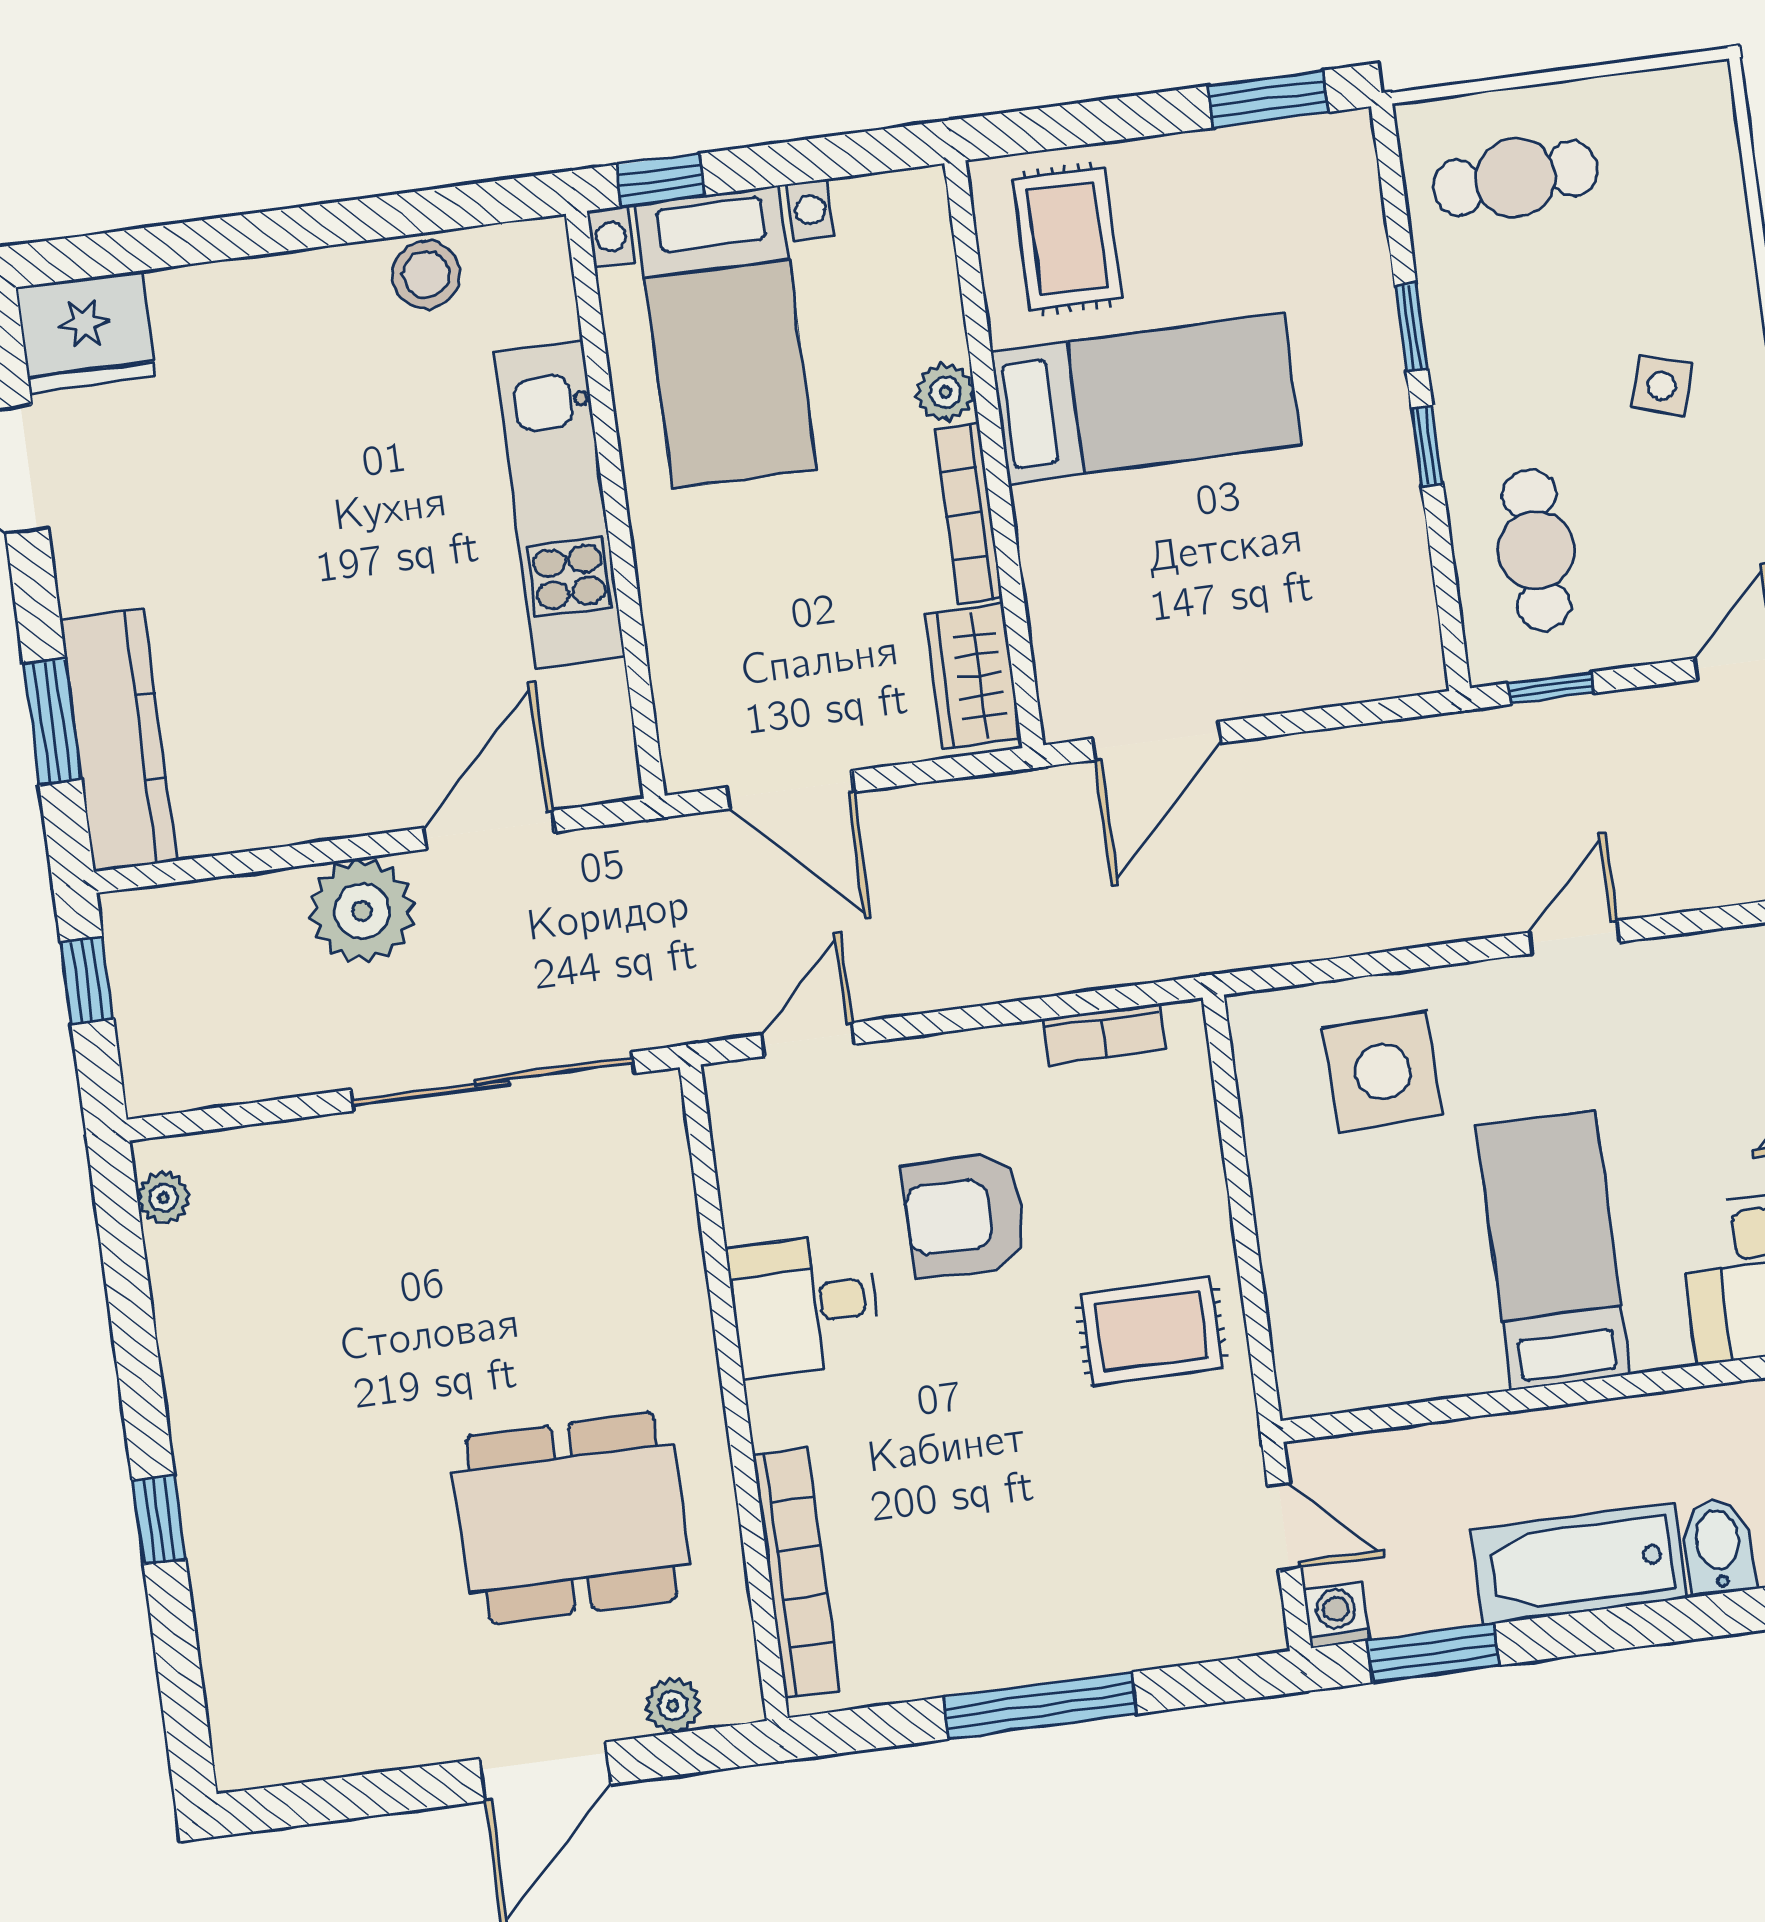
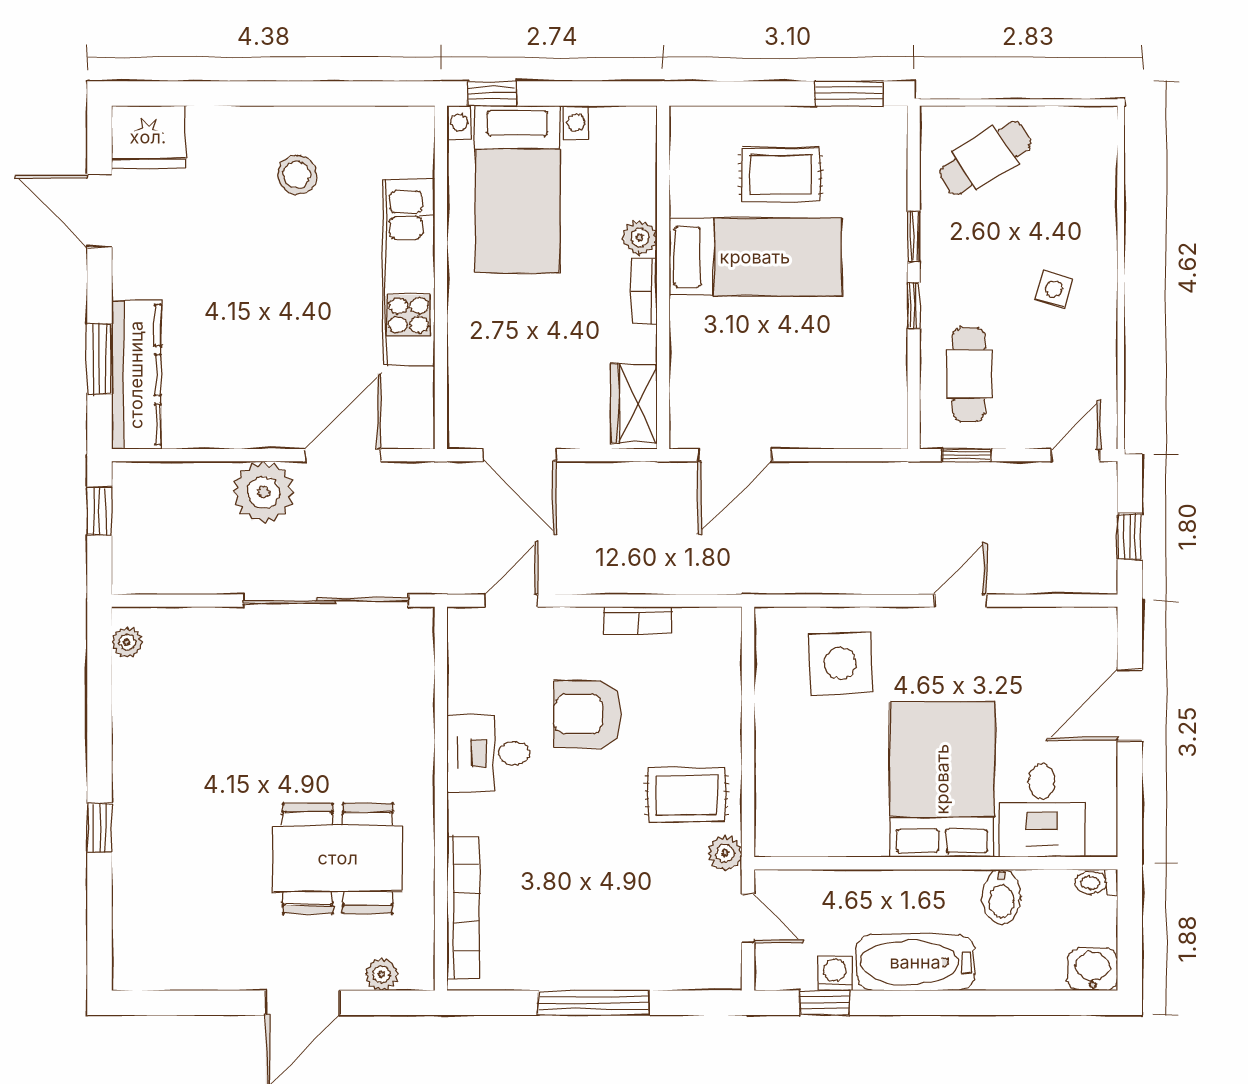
cafe table: (1515, 178) -> (985, 158), turned -31
rug: (1067, 239) -> (780, 175), moved, turned 90
stool: (426, 275) -> (297, 175), moved
bookcase: (968, 513) -> (644, 291), width x0.64
bookcase: (1104, 1034) -> (638, 620), moved
bed: (1553, 1250) -> (942, 779), width x1.50
plant: (1230, 1421) -> (725, 853), added
bidet: (1718, 1546) -> (1001, 897), moved, turned 180
washing machine: (1336, 1615) -> (835, 973), moved
window: (1433, 1653) -> (824, 1003), width x0.67

